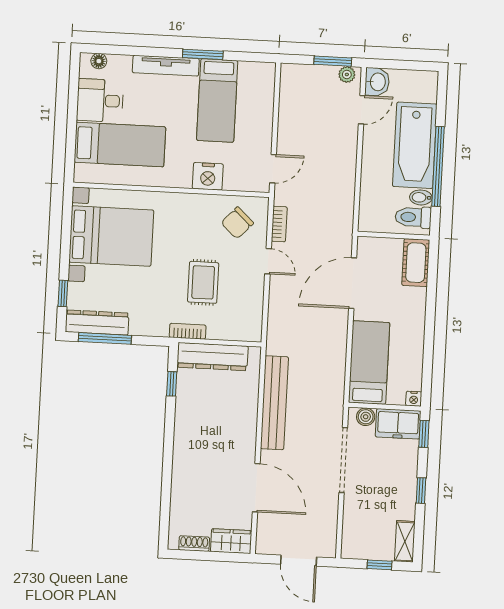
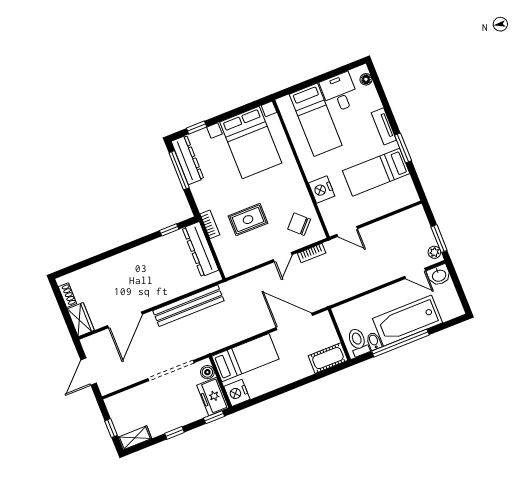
tv unit: (166, 66) -> (384, 126), width x0.71
nightstand: (414, 399) -> (237, 393), width x1.89, depth x1.79

